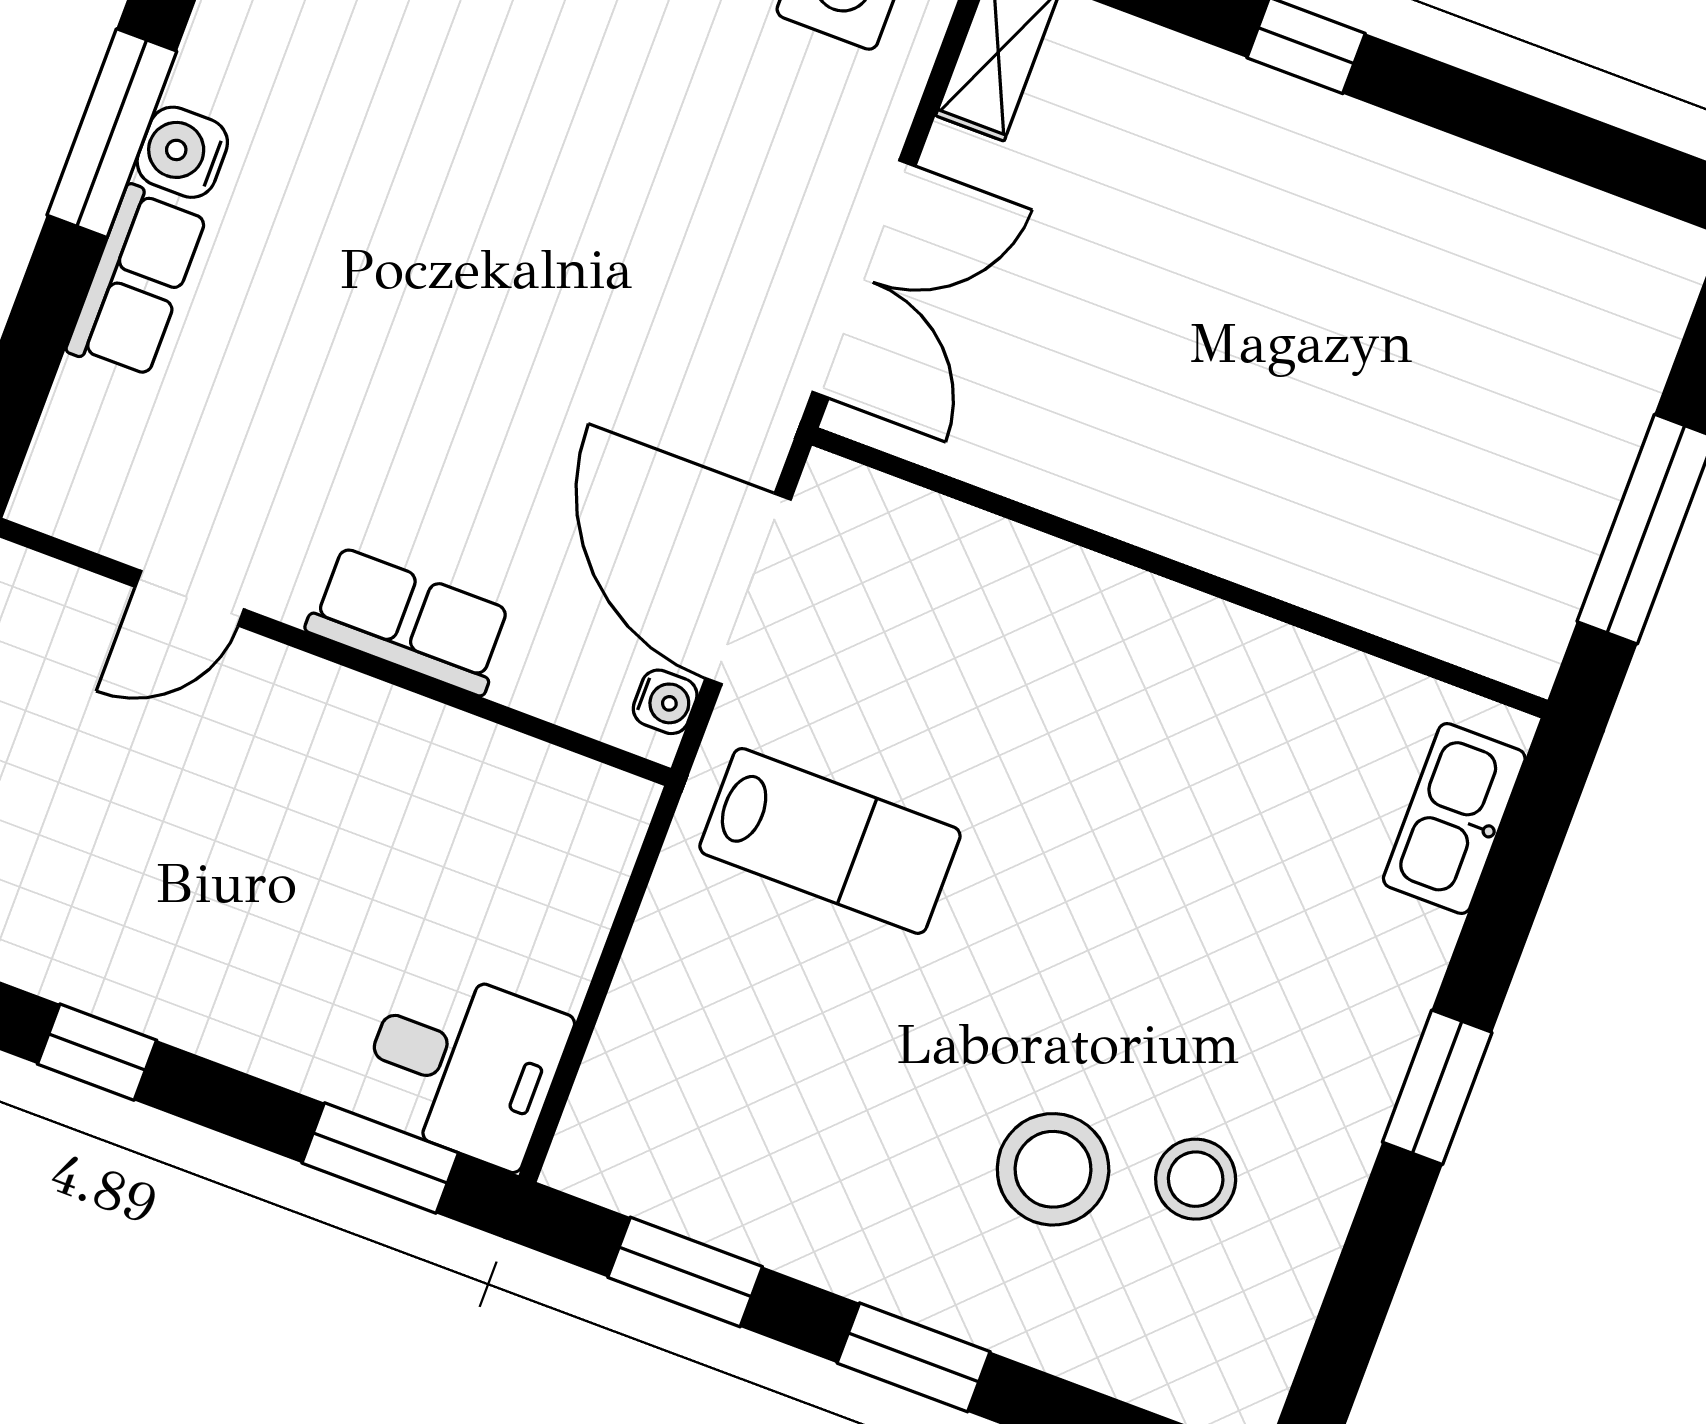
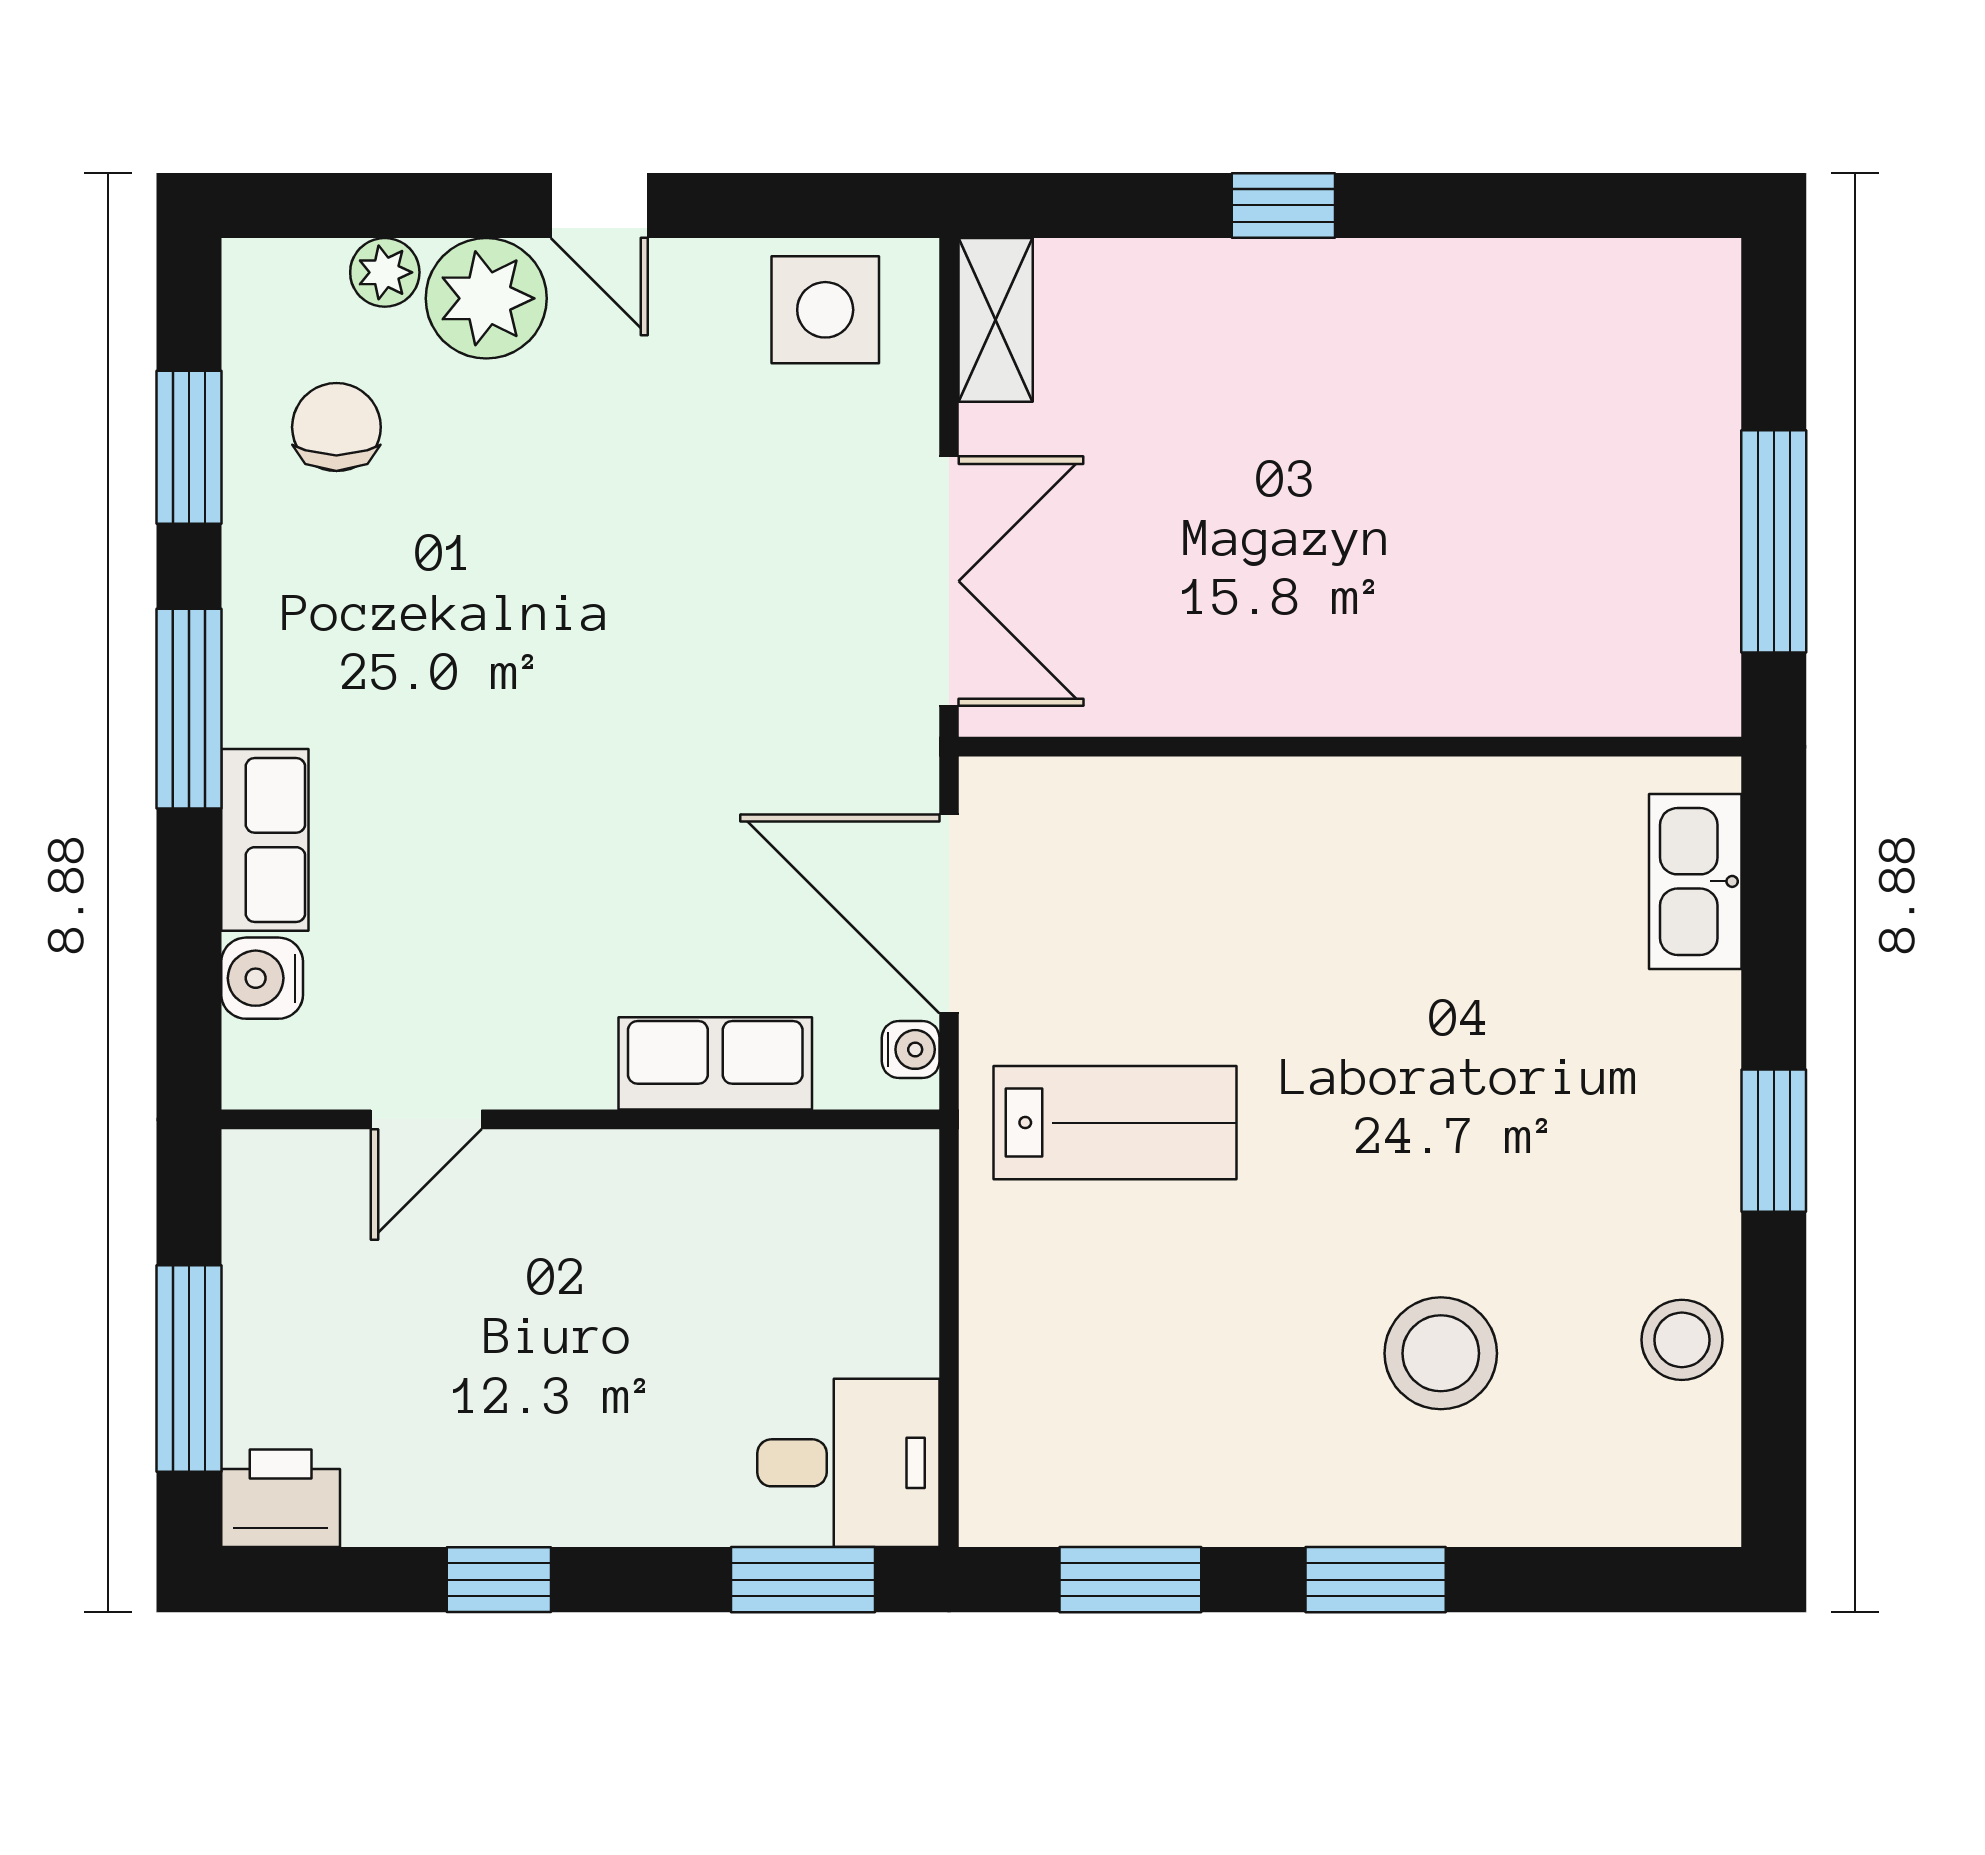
water cooler: (182, 152) -> (262, 978), moved
row of seats: (409, 621) -> (715, 1063), moved
stool: (1196, 1179) -> (1682, 1340), moved

